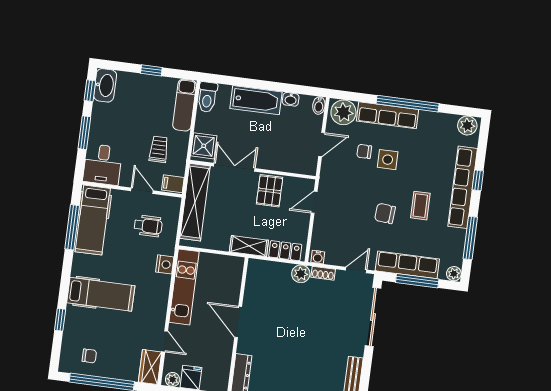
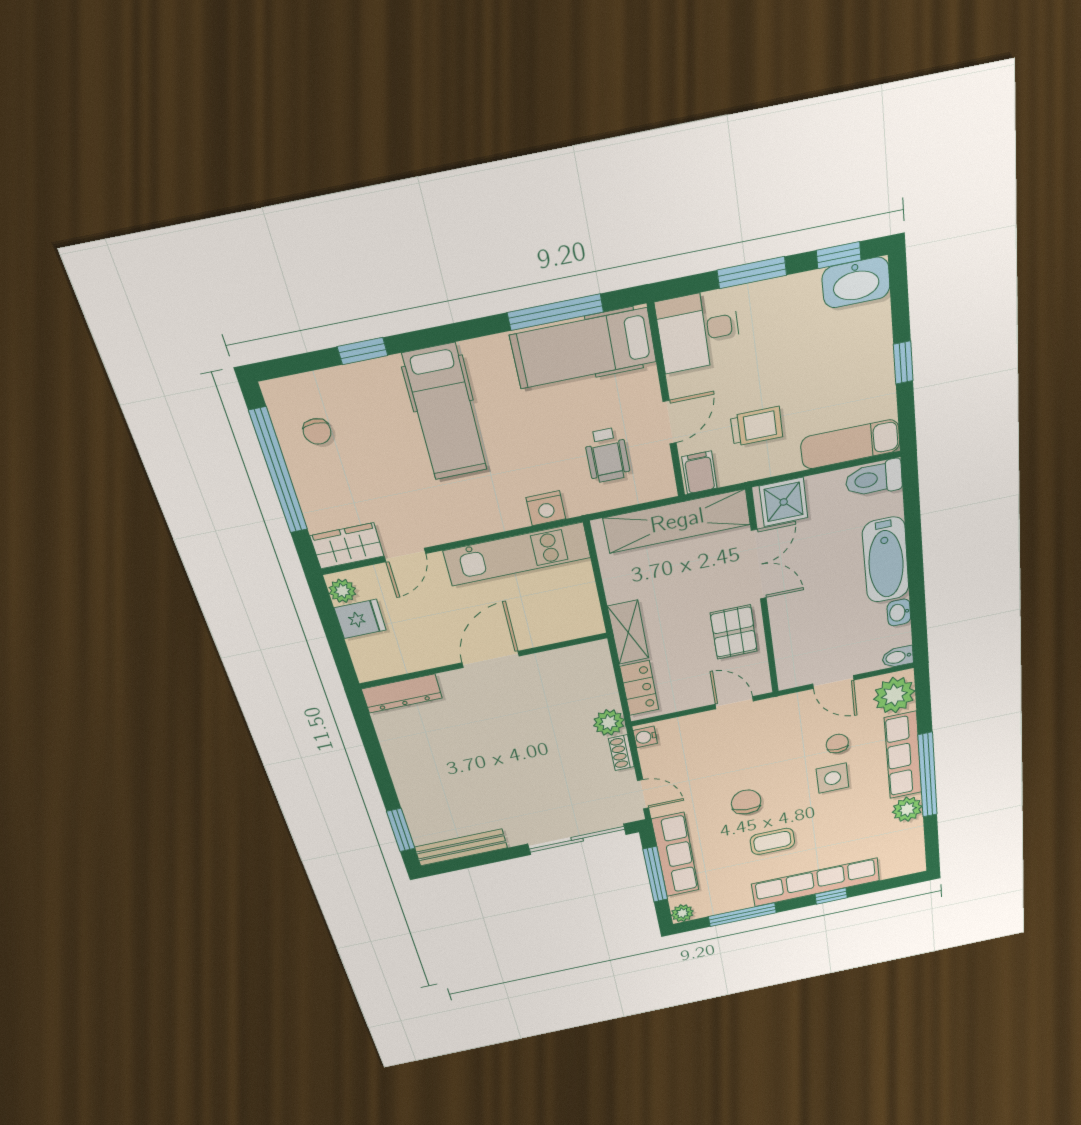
plant: (467, 125) -> (907, 809), moved
pallet: (270, 191) -> (734, 632), turned 90

